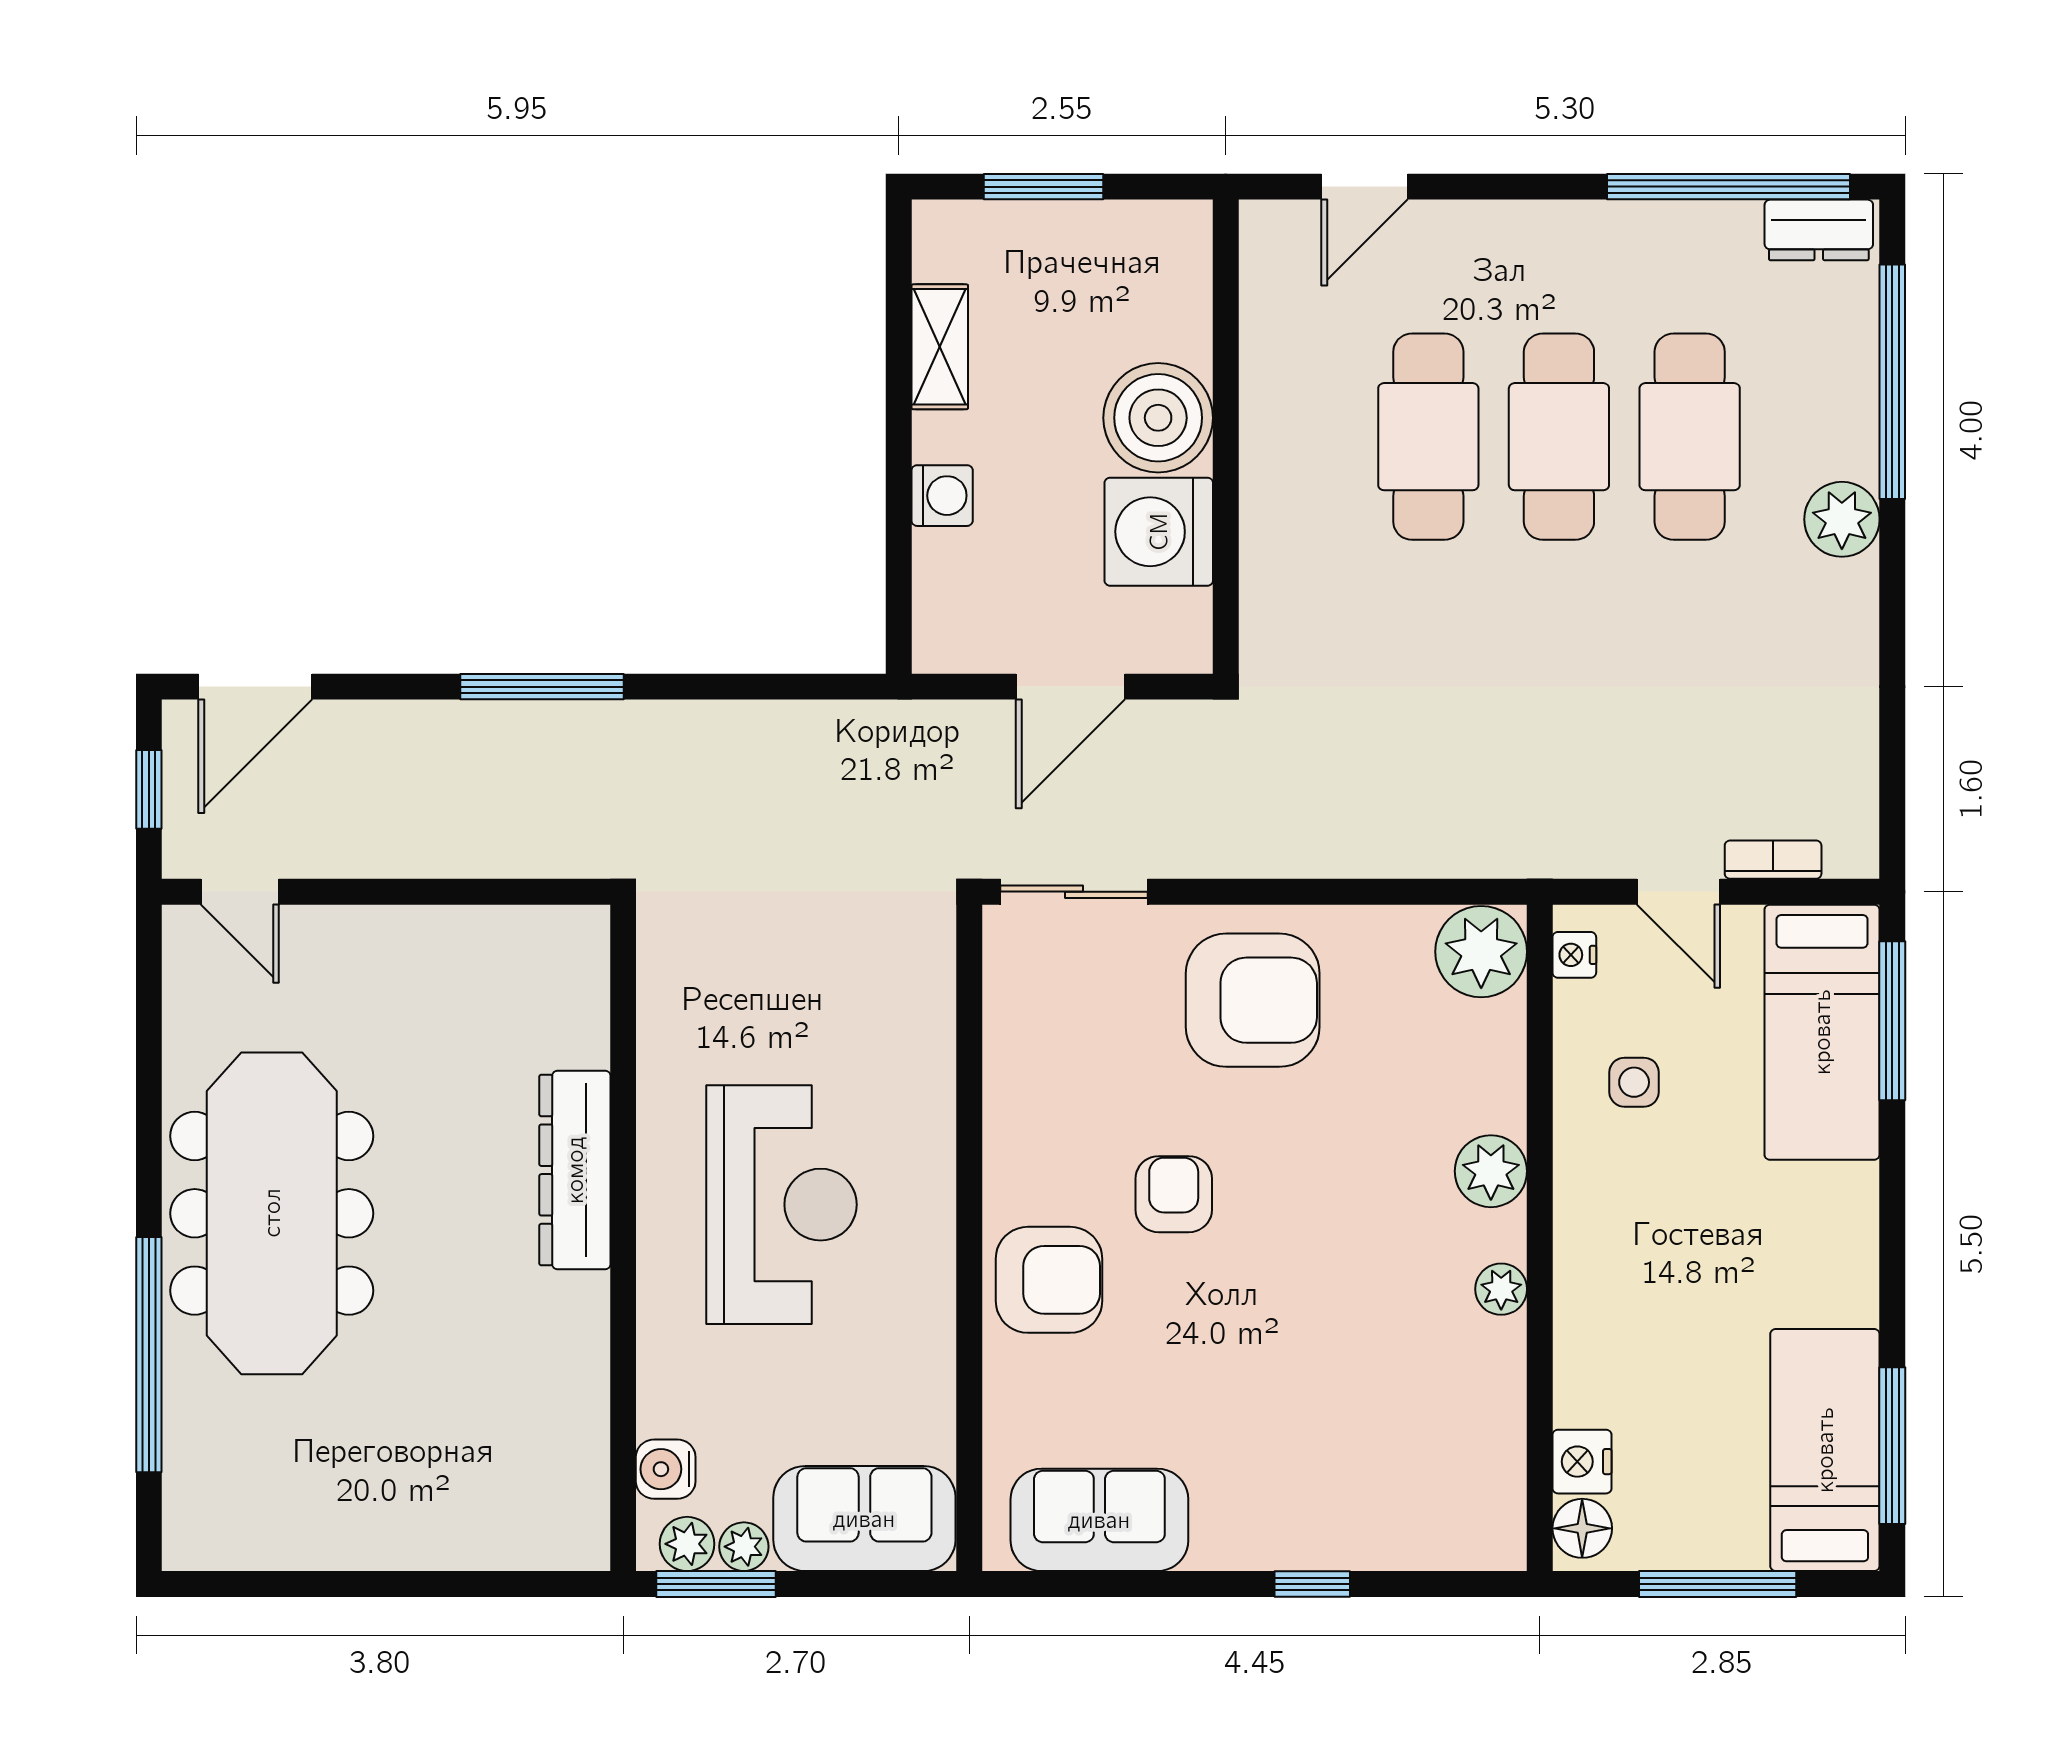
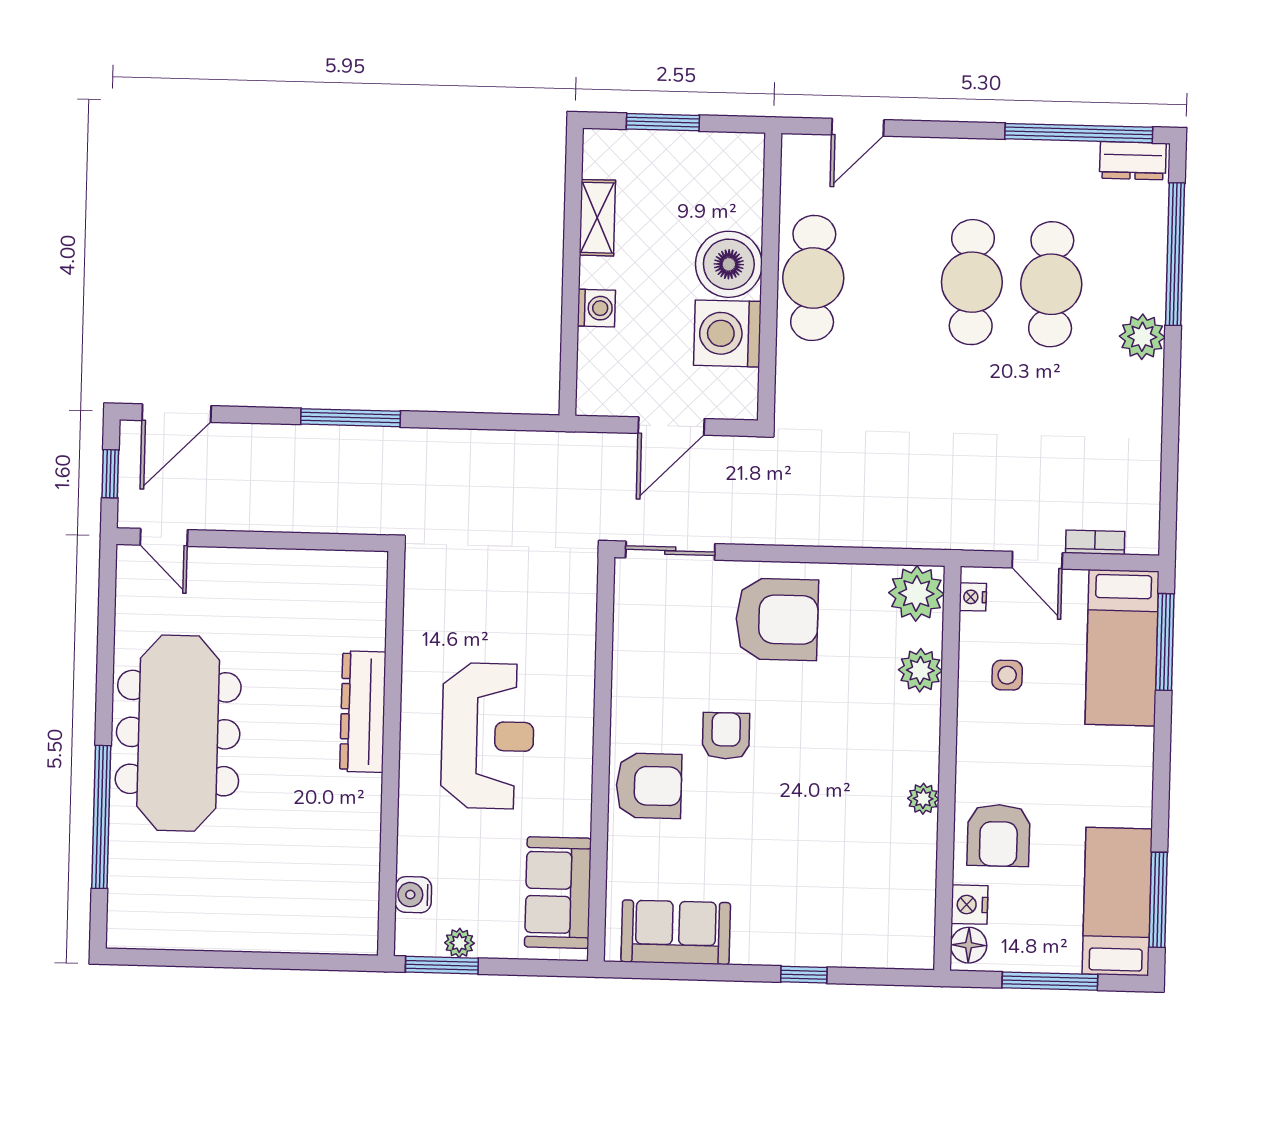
cafe table: (1428, 437) -> (813, 278), moved
plant: (1491, 1171) -> (920, 670), moved
armchair: (1627, 1346) -> (999, 835), added
sofa: (864, 1519) -> (558, 893), moved, turned -90
plant: (687, 1544) -> (425, 940), removed

